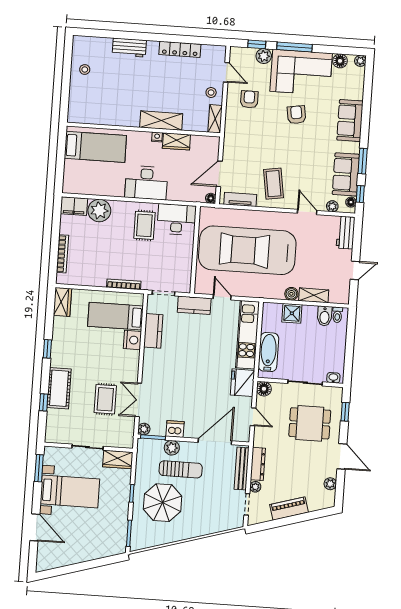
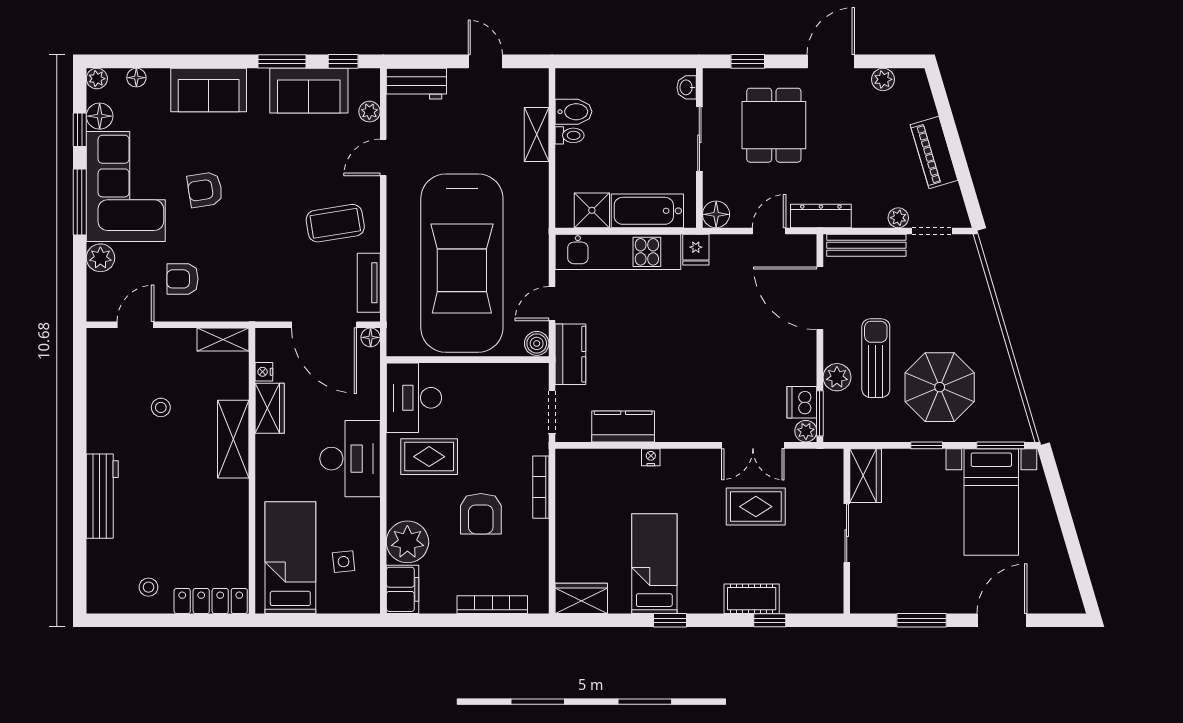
window: (257, 44) -> (80, 130), moved
workbench: (129, 48) -> (102, 496), width x1.38
locker: (180, 49) -> (211, 601), moved, turned -90
stool: (211, 92) -> (161, 407), moved
nightstand: (157, 137) -> (264, 372), moved
door: (219, 174) -> (324, 325), width x1.36
side table: (91, 175) -> (344, 562), added
floor lamp: (351, 202) -> (136, 78), moved
armchair: (112, 251) -> (481, 514), added
boiler: (291, 294) -> (537, 343), moved
shower: (292, 313) -> (592, 210), moved
toilet: (337, 315) -> (570, 135), moved
bed: (115, 316) -> (654, 564), moved, turned 180
nightstand: (132, 340) -> (651, 457), width x0.53, depth x0.56
fridge: (242, 383) -> (696, 250), width x0.53, depth x0.75
cot: (59, 388) -> (752, 599), width x0.73, depth x0.75
dishwasher: (175, 429) -> (802, 402), moved
dresser: (258, 464) -> (821, 216), moved
window: (39, 468) -> (922, 620), moved
bed with nightstands: (70, 491) -> (991, 502), moved, turned 180

